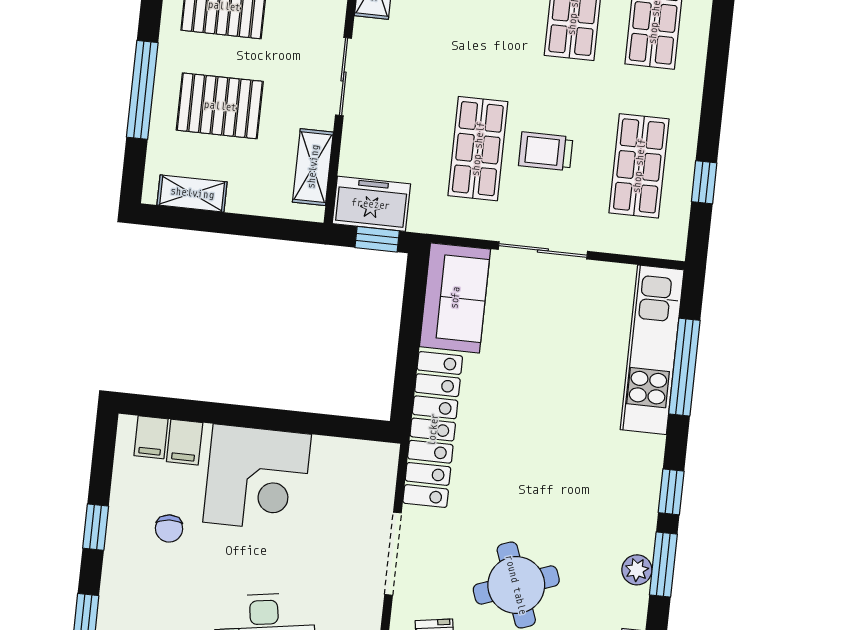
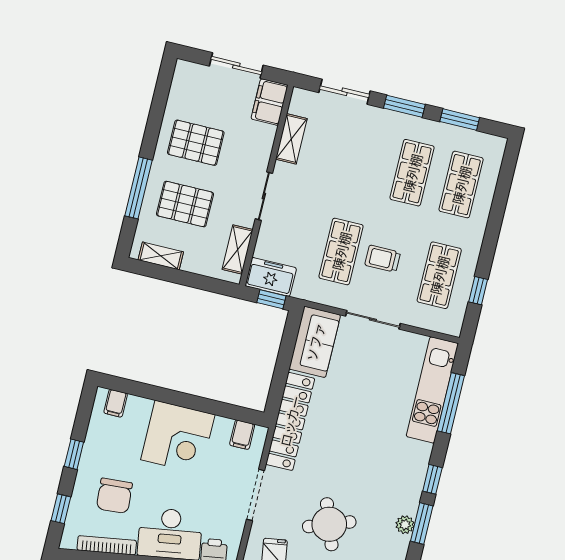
filing cabinet: (185, 442) -> (242, 435), moved
chair: (169, 529) -> (114, 496), moved, width x1.87, depth x1.87

